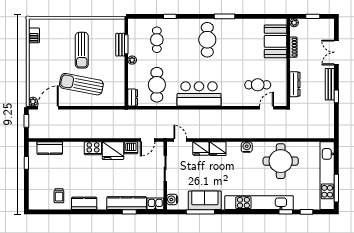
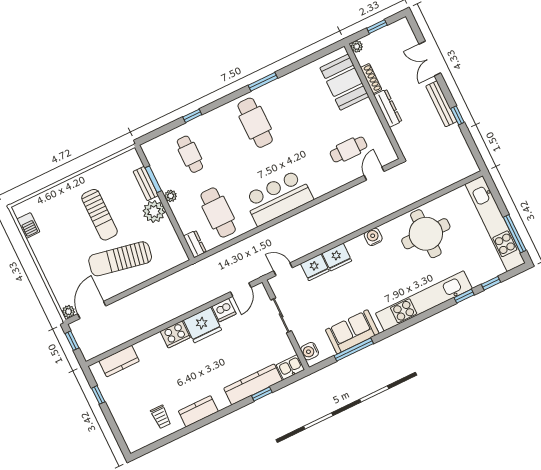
plant: (117, 65) -> (154, 212), added
dresser: (295, 84) -> (388, 108), moved

